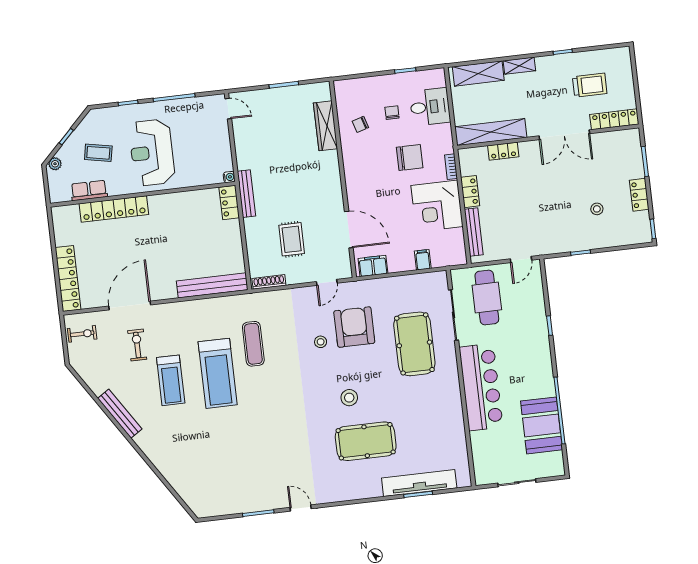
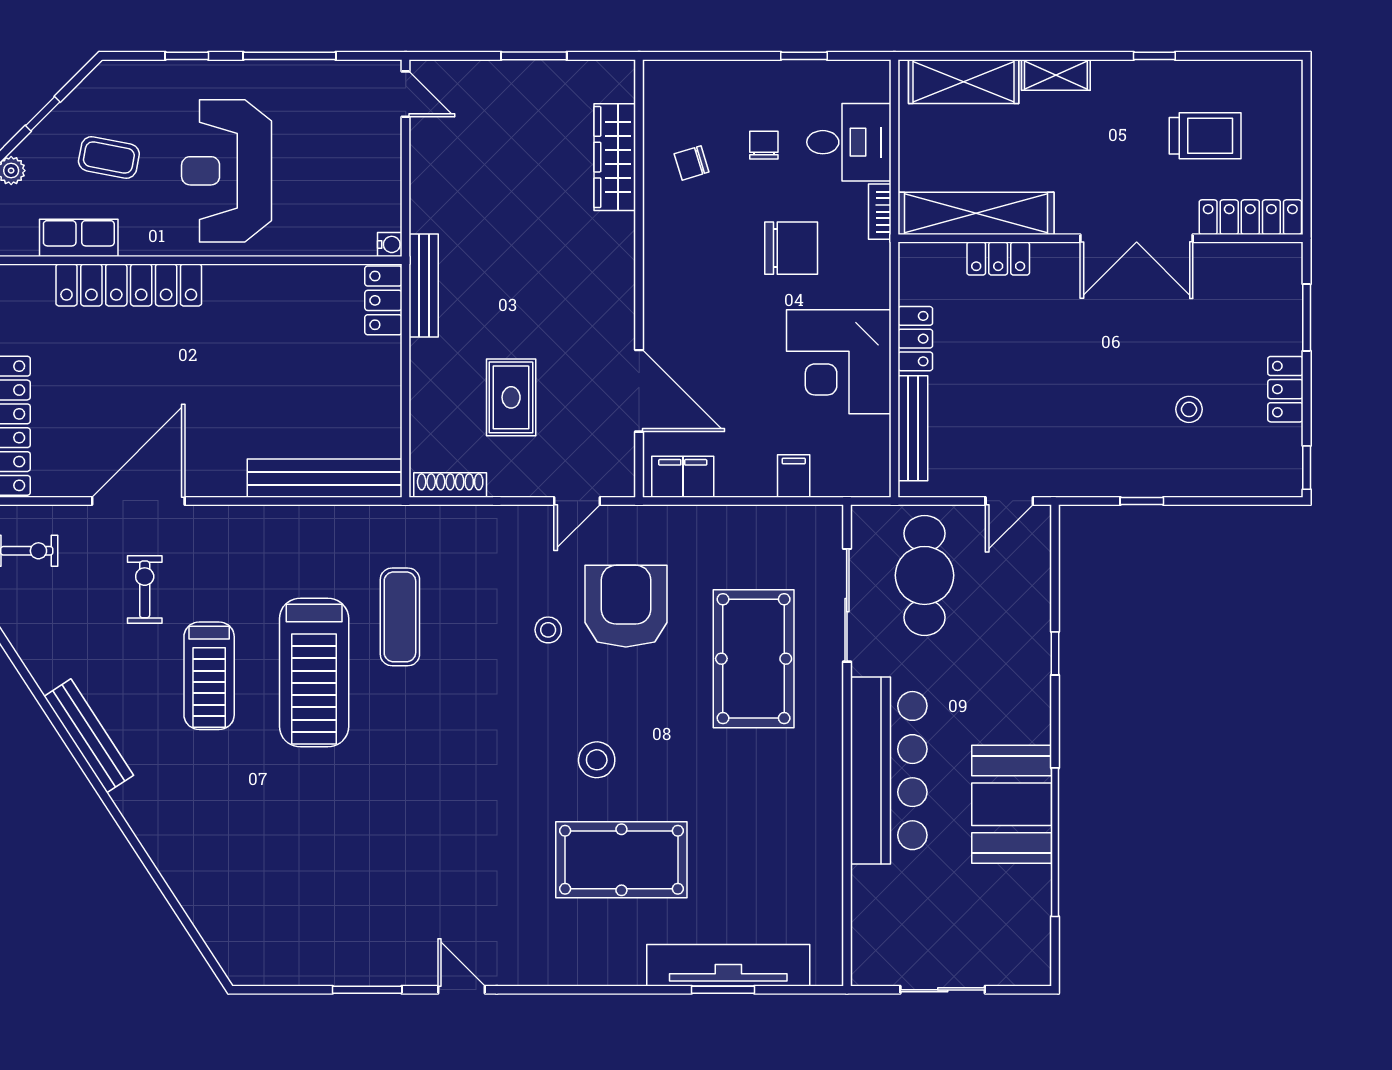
bookcase: (451, 167) -> (880, 212), moved
booth: (542, 425) -> (1012, 804), moved

